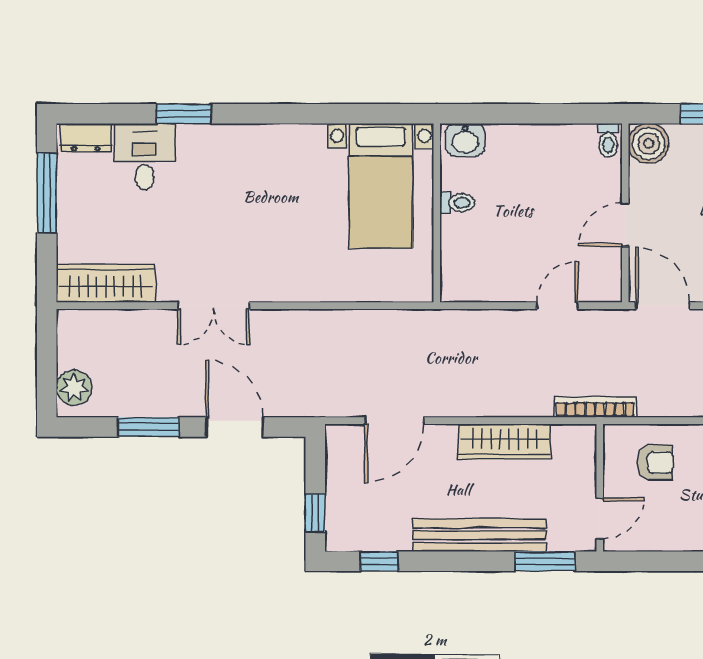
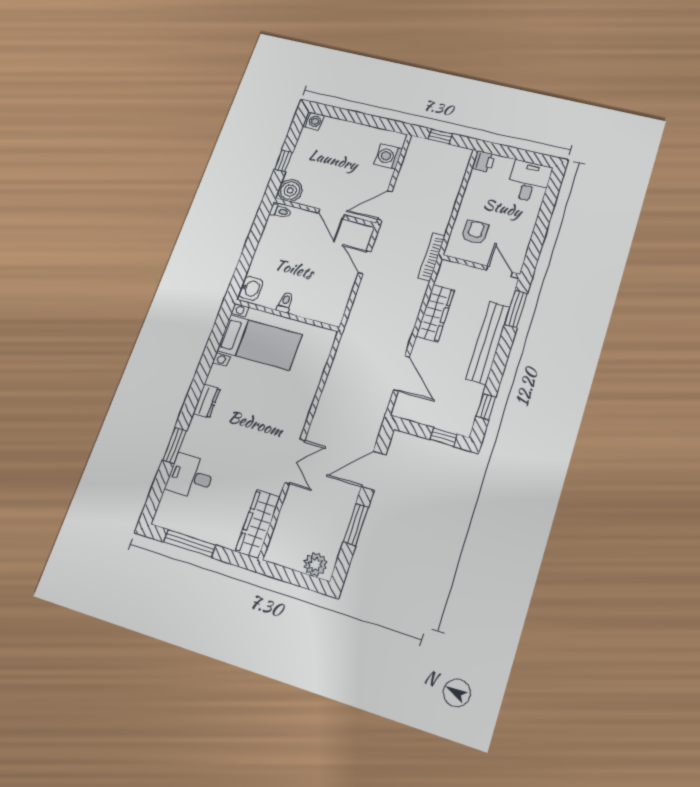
dresser: (86, 138) -> (207, 401), moved

